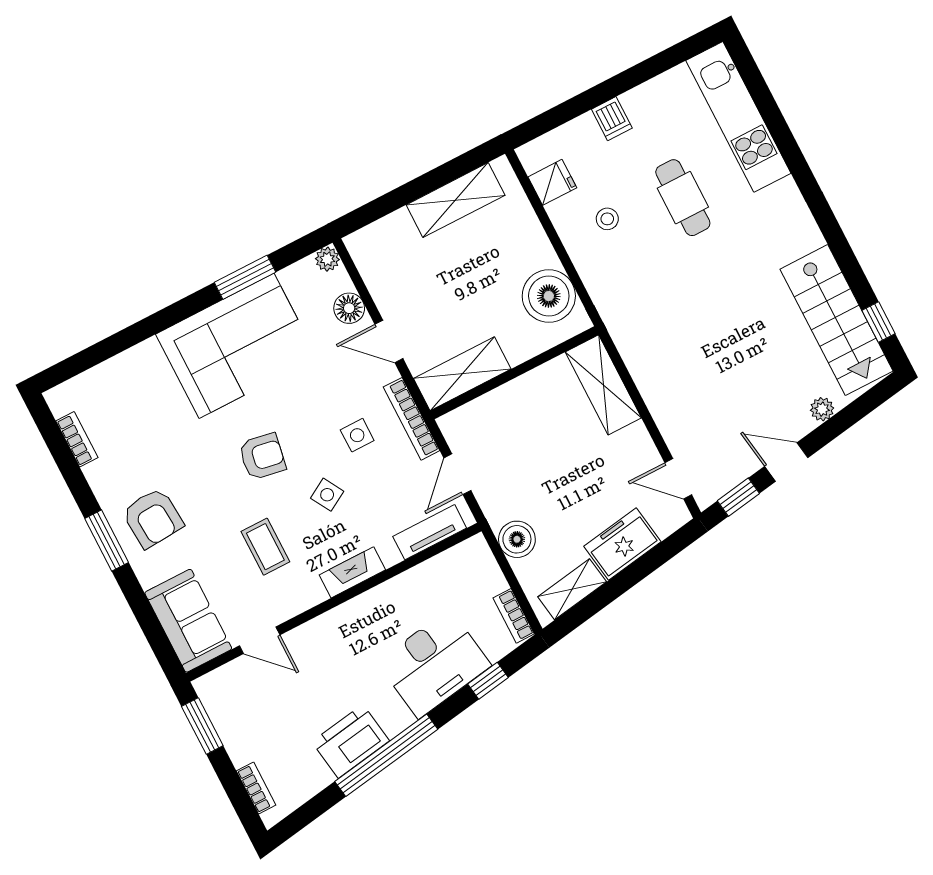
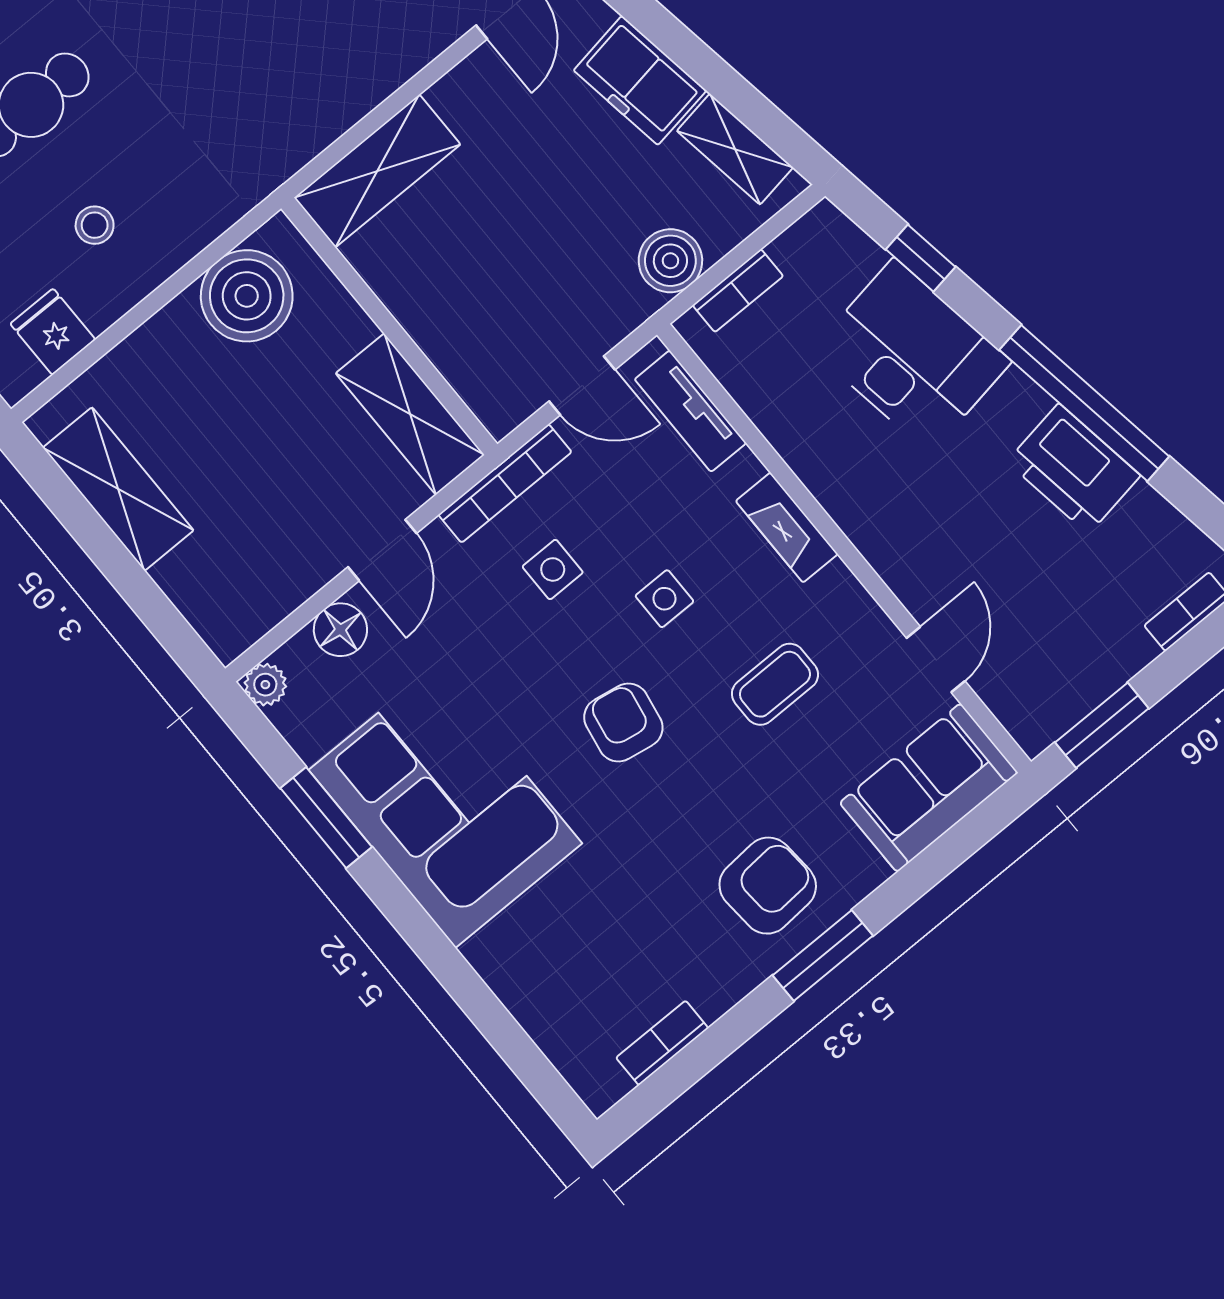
side table: (327, 495) -> (664, 599), turned 30
bookcase: (514, 616) -> (738, 291), moved

